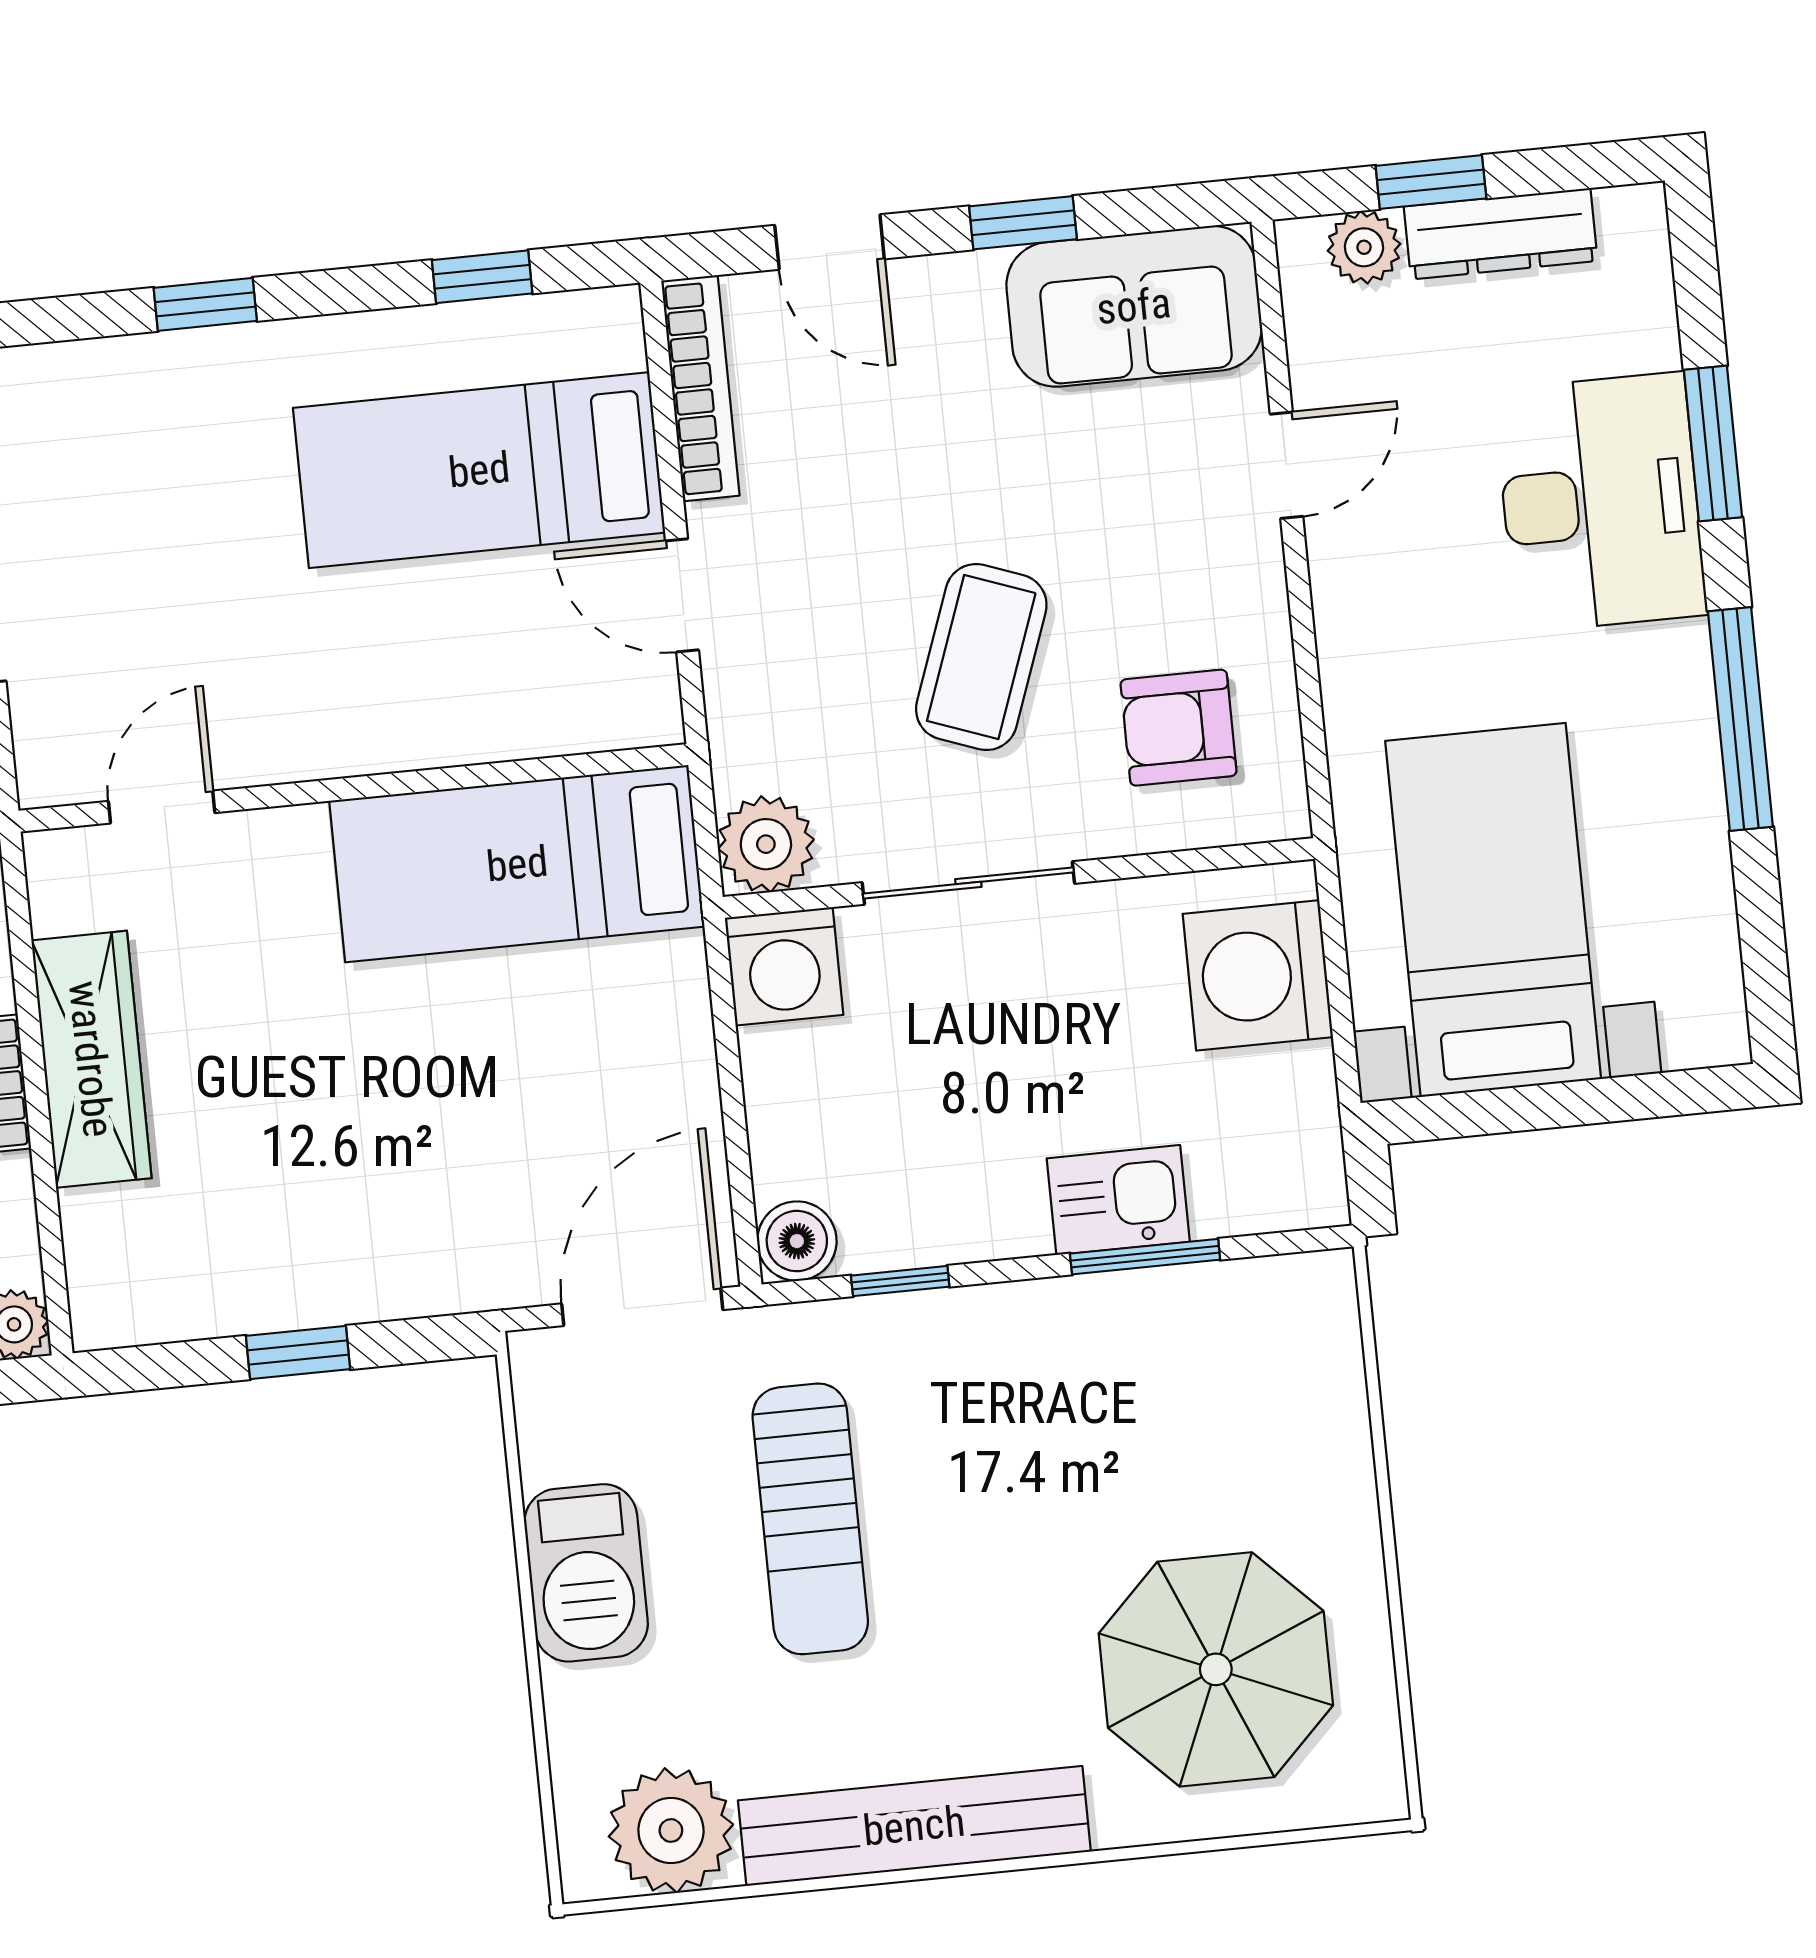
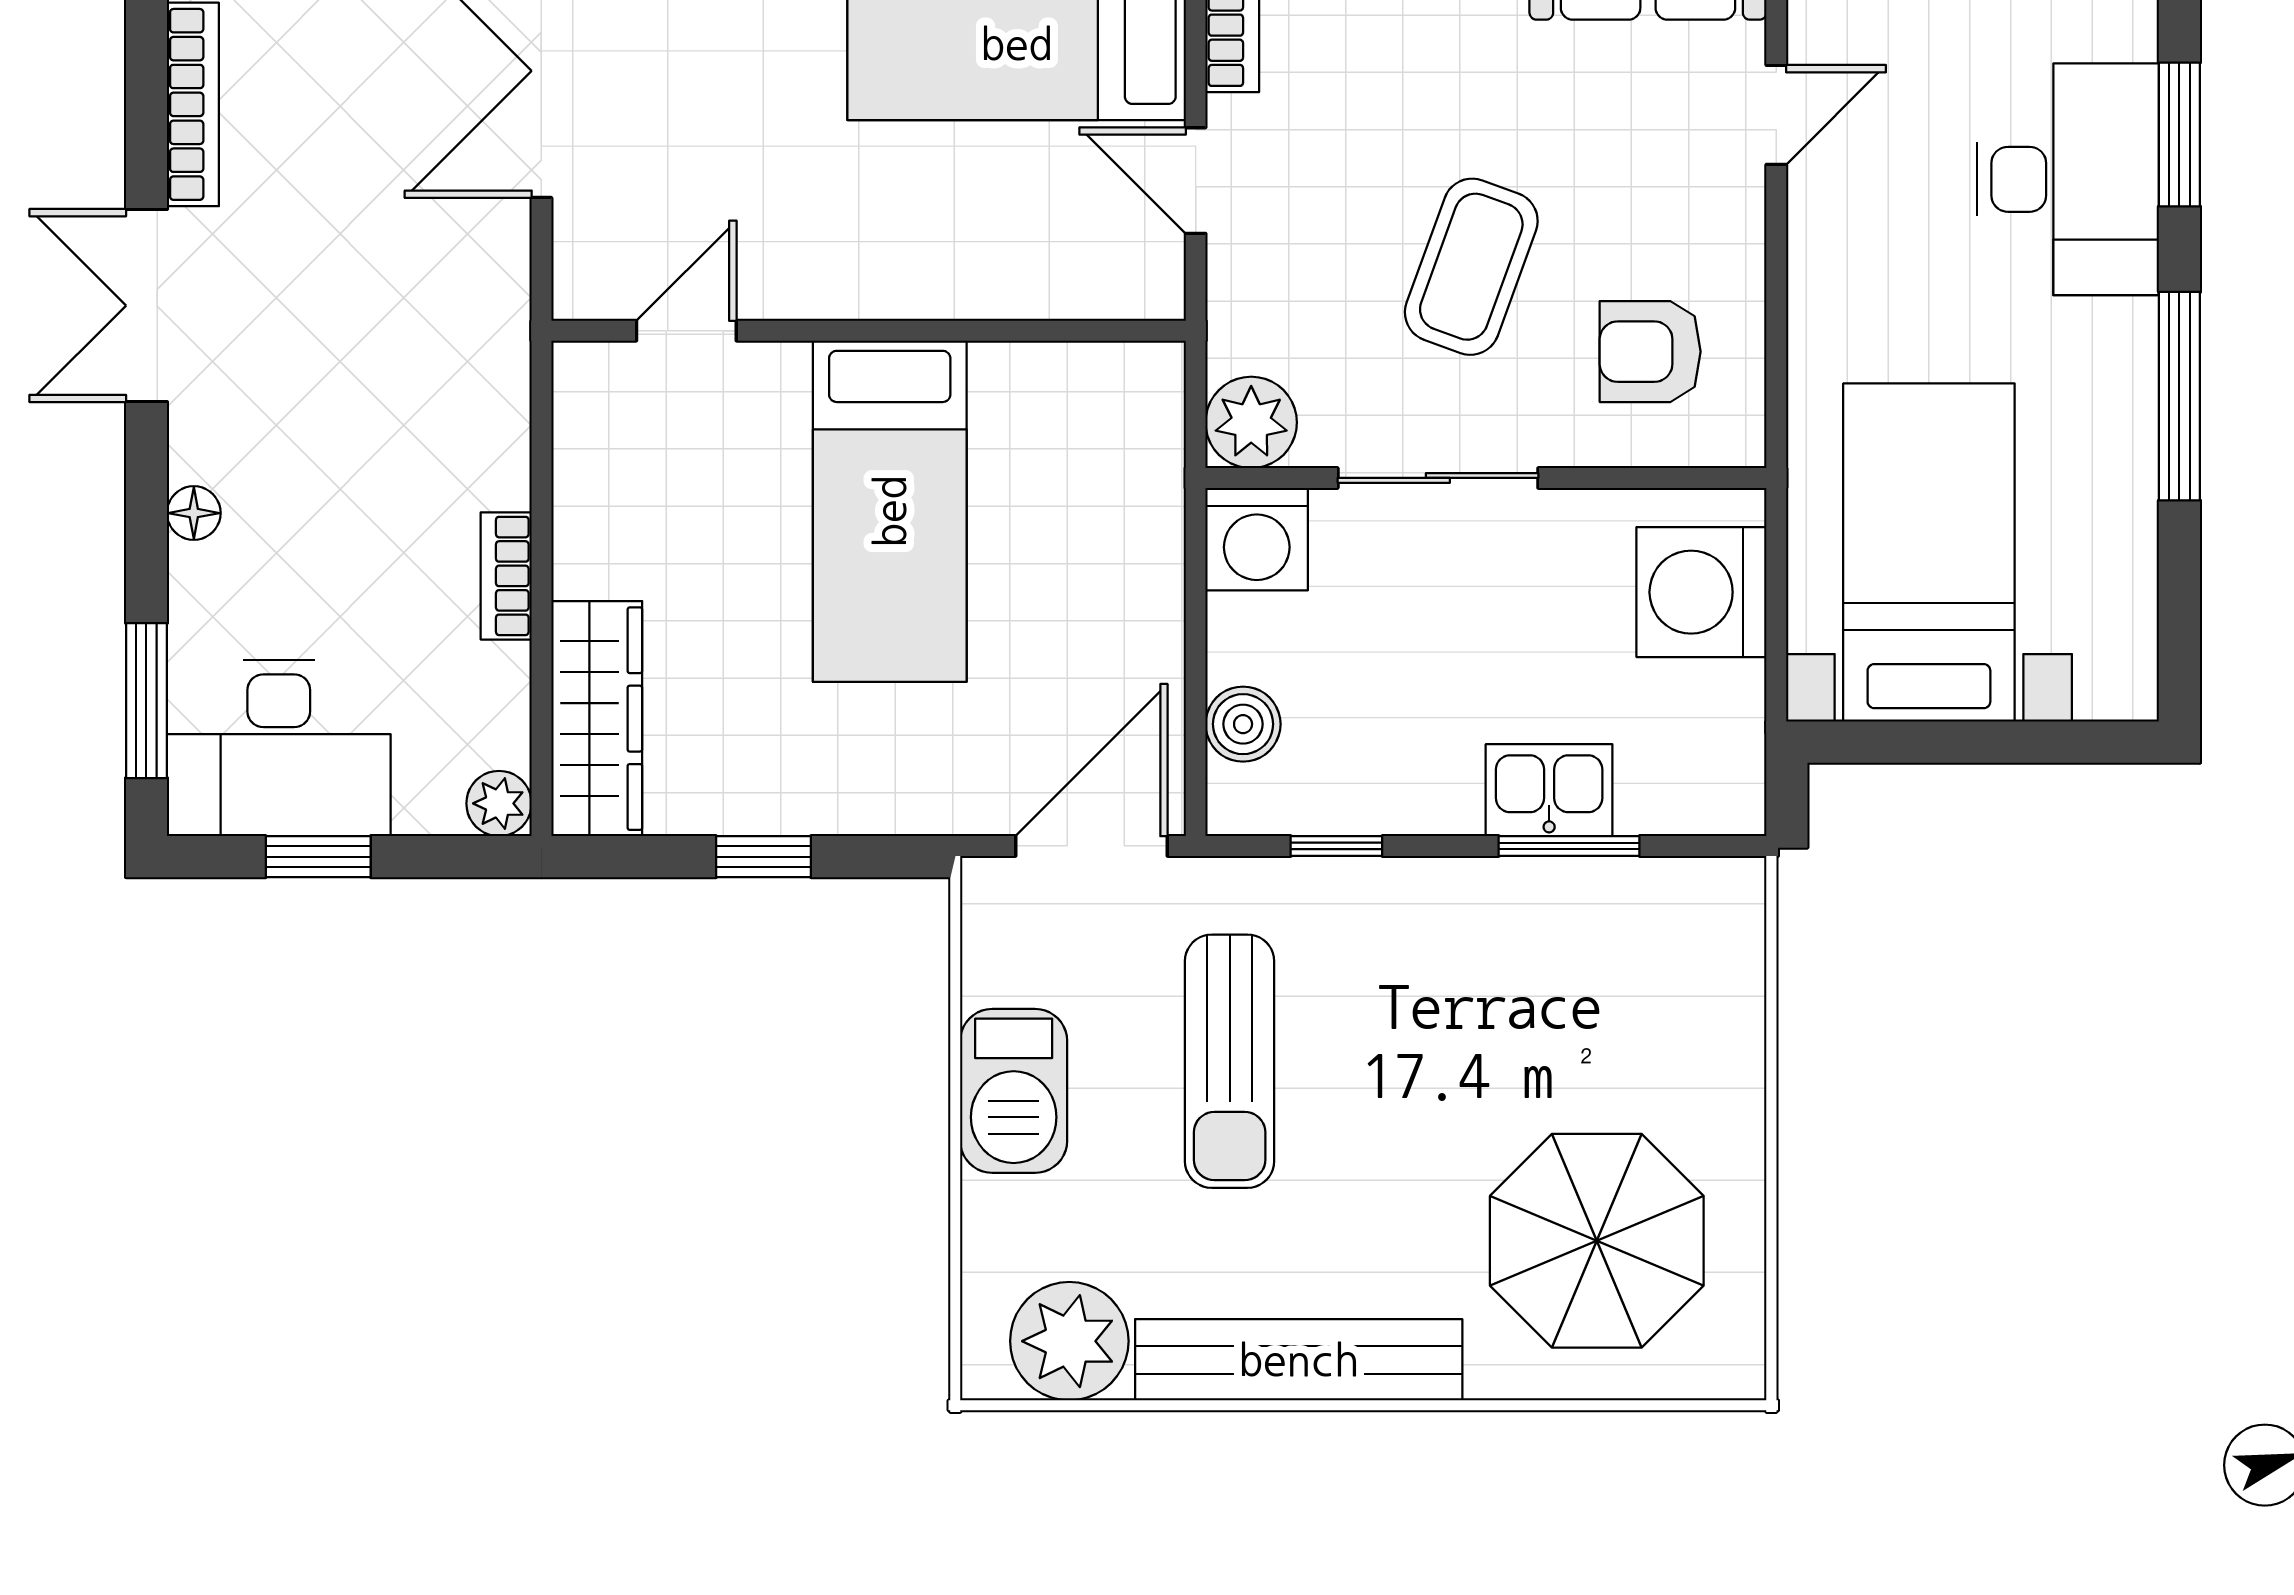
bed: (517, 864) -> (890, 511), moved, turned -90
wardrobe: (91, 1059) -> (597, 719), moved
boiler: (797, 1241) -> (1243, 724), moved

